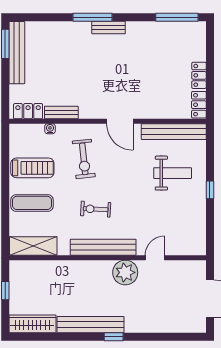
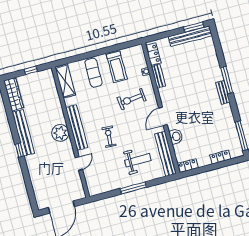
locker: (199, 75) -> (220, 157), moved
washbasin: (153, 110) -> (176, 136), added
weight bench: (173, 173) -> (138, 160), turned -90
window: (210, 190) -> (133, 188), width x2.17
exercise bike: (96, 209) -> (109, 137), moved
door: (155, 258) -> (79, 163), hinge flipped
plant: (125, 272) -> (60, 133), moved

